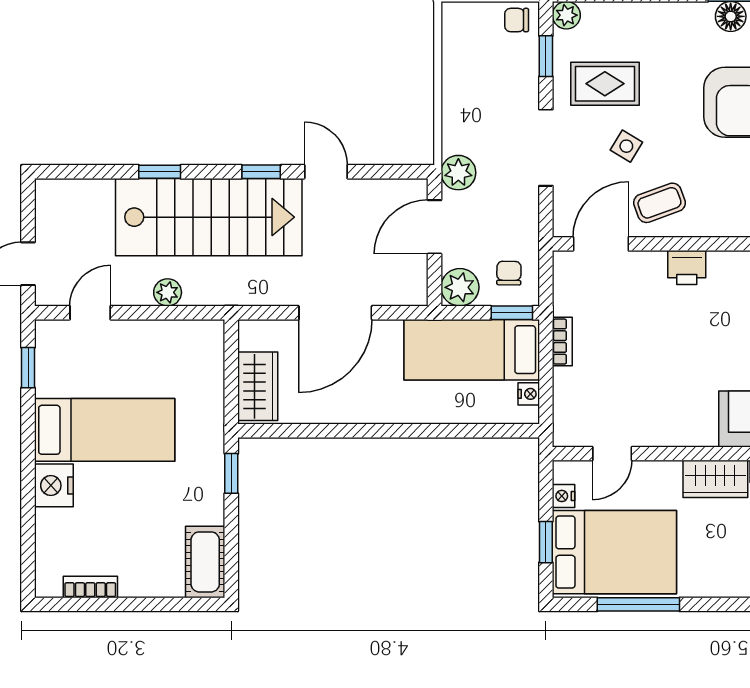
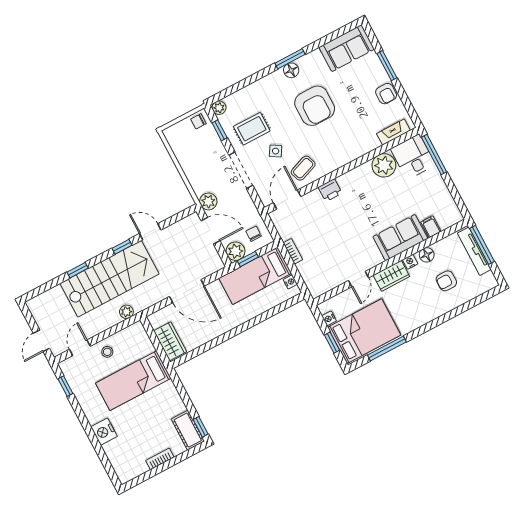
door: (434, 227) -> (210, 231), swing flipped
plant: (168, 292) -> (126, 312), moved
door: (335, 313) -> (187, 291), hinge flipped
window: (512, 313) -> (248, 259), moved
stool: (135, 346) -> (107, 352), added
bed: (105, 430) -> (133, 381), moved, turned 180
door: (612, 454) -> (359, 279), moved
window: (231, 473) -> (201, 427), moved
bookcase: (90, 587) -> (160, 459), moved

